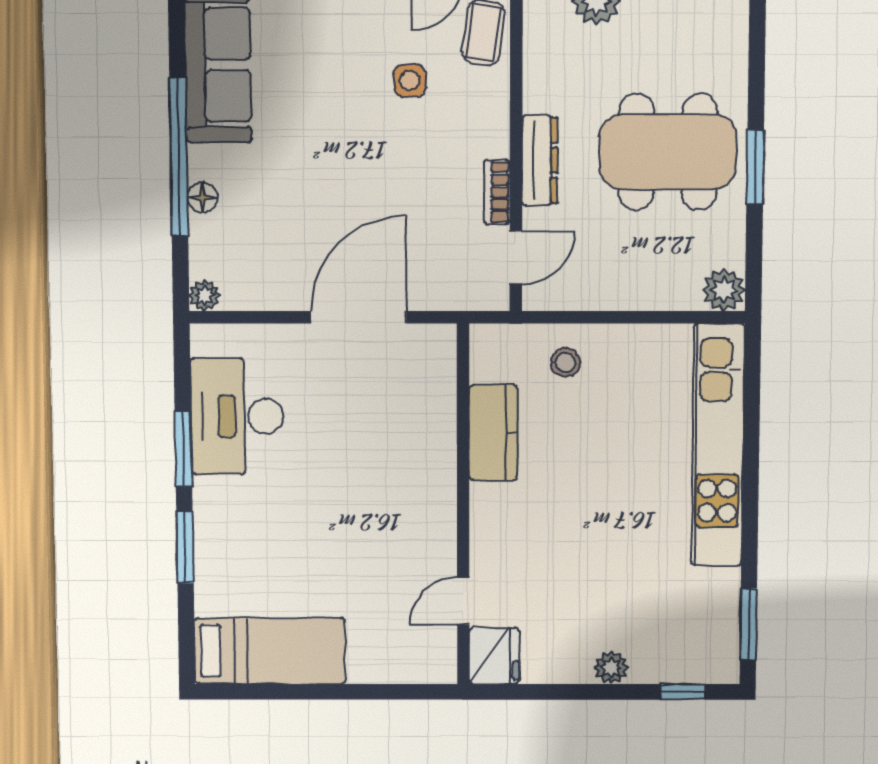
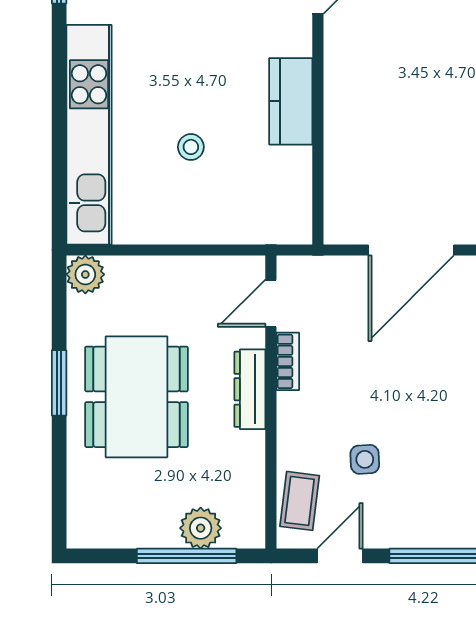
dining table: (668, 152) -> (136, 397), turned 90
stool: (566, 362) -> (191, 147), moved
kitchen counter: (493, 433) -> (291, 101), moved

